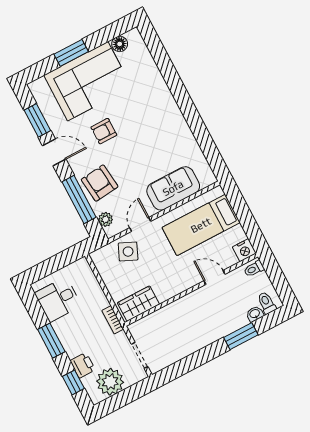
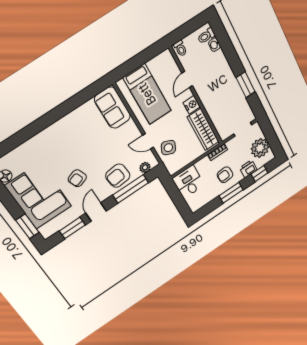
window: (71, 53) -> (27, 226), moved
armchair: (104, 131) -> (77, 178), turned 70
sofa: (173, 188) -> (112, 108), moved
nightstand: (244, 250) -> (192, 105), moved
desk: (58, 299) -> (188, 182), moved, turned 180
wardrobe: (138, 304) -> (203, 129), width x1.50
armchair: (79, 331) -> (225, 175), added
window: (241, 336) -> (246, 85), moved

